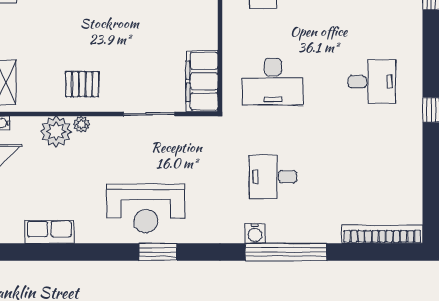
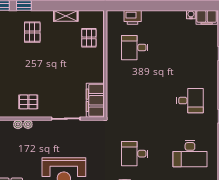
desk: (273, 82) -> (190, 154), moved
plant: (56, 132) -> (18, 124), width x0.53, depth x0.53

